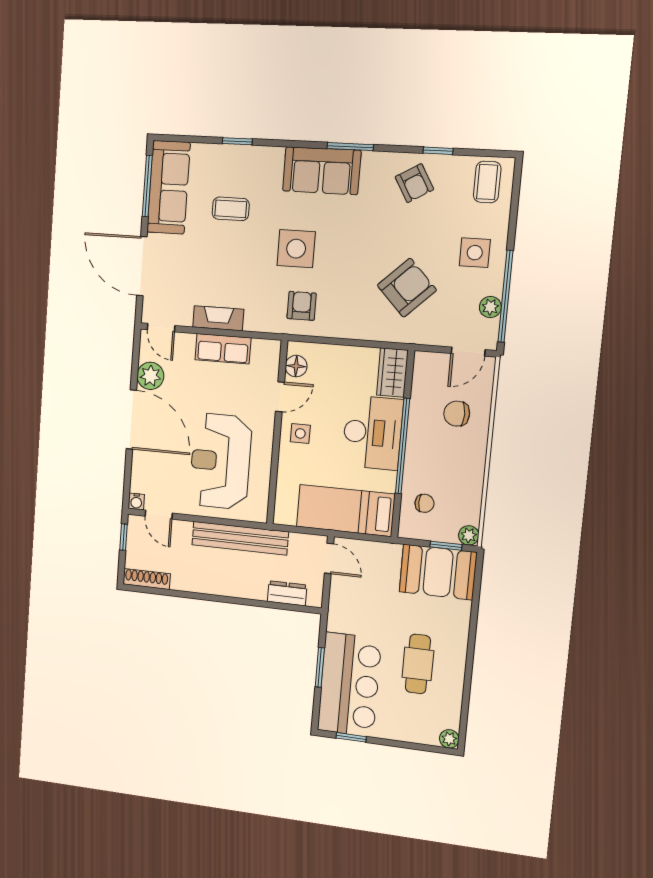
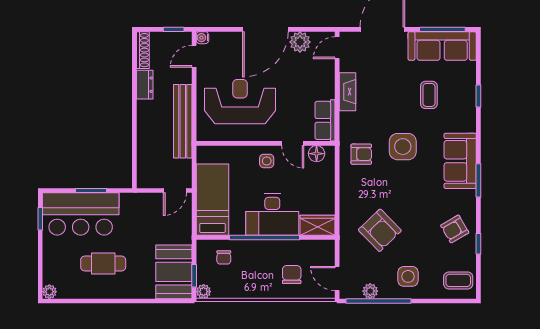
row of seats: (223, 349) -> (325, 120), moved
dresser: (287, 593) -> (145, 85), moved

